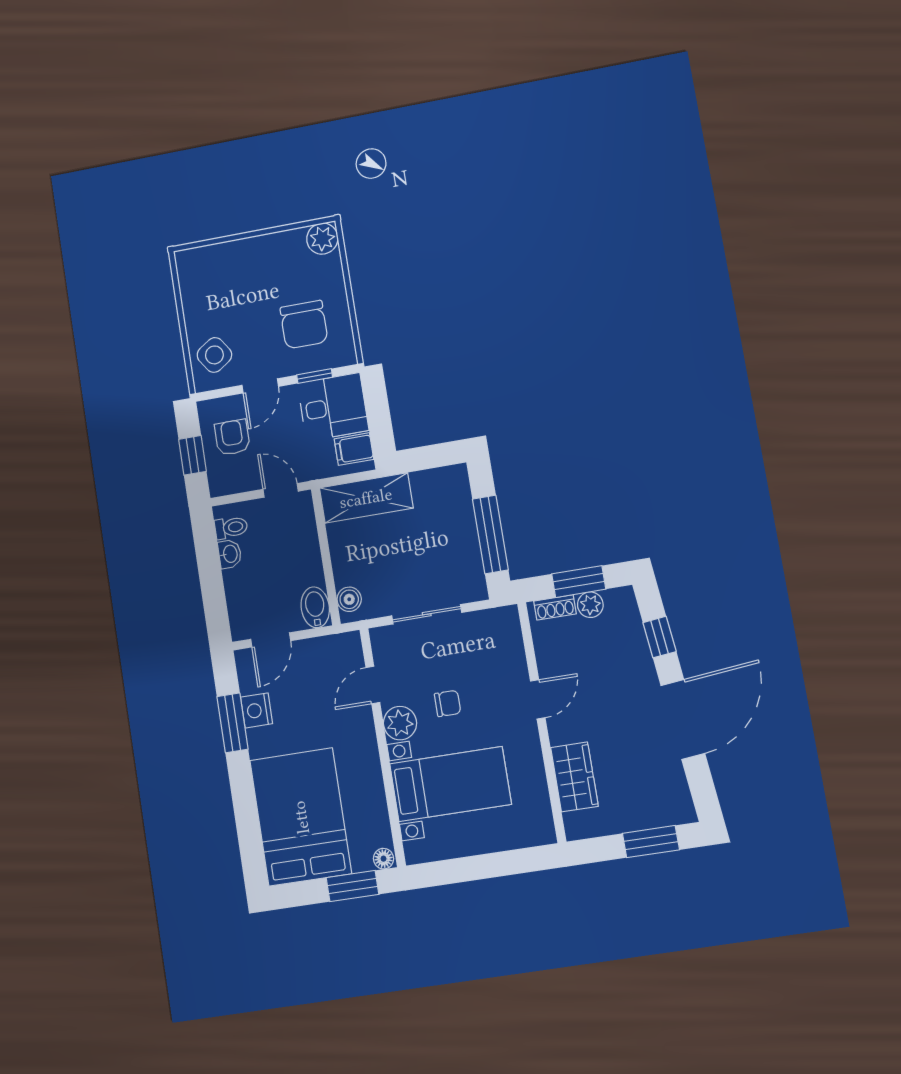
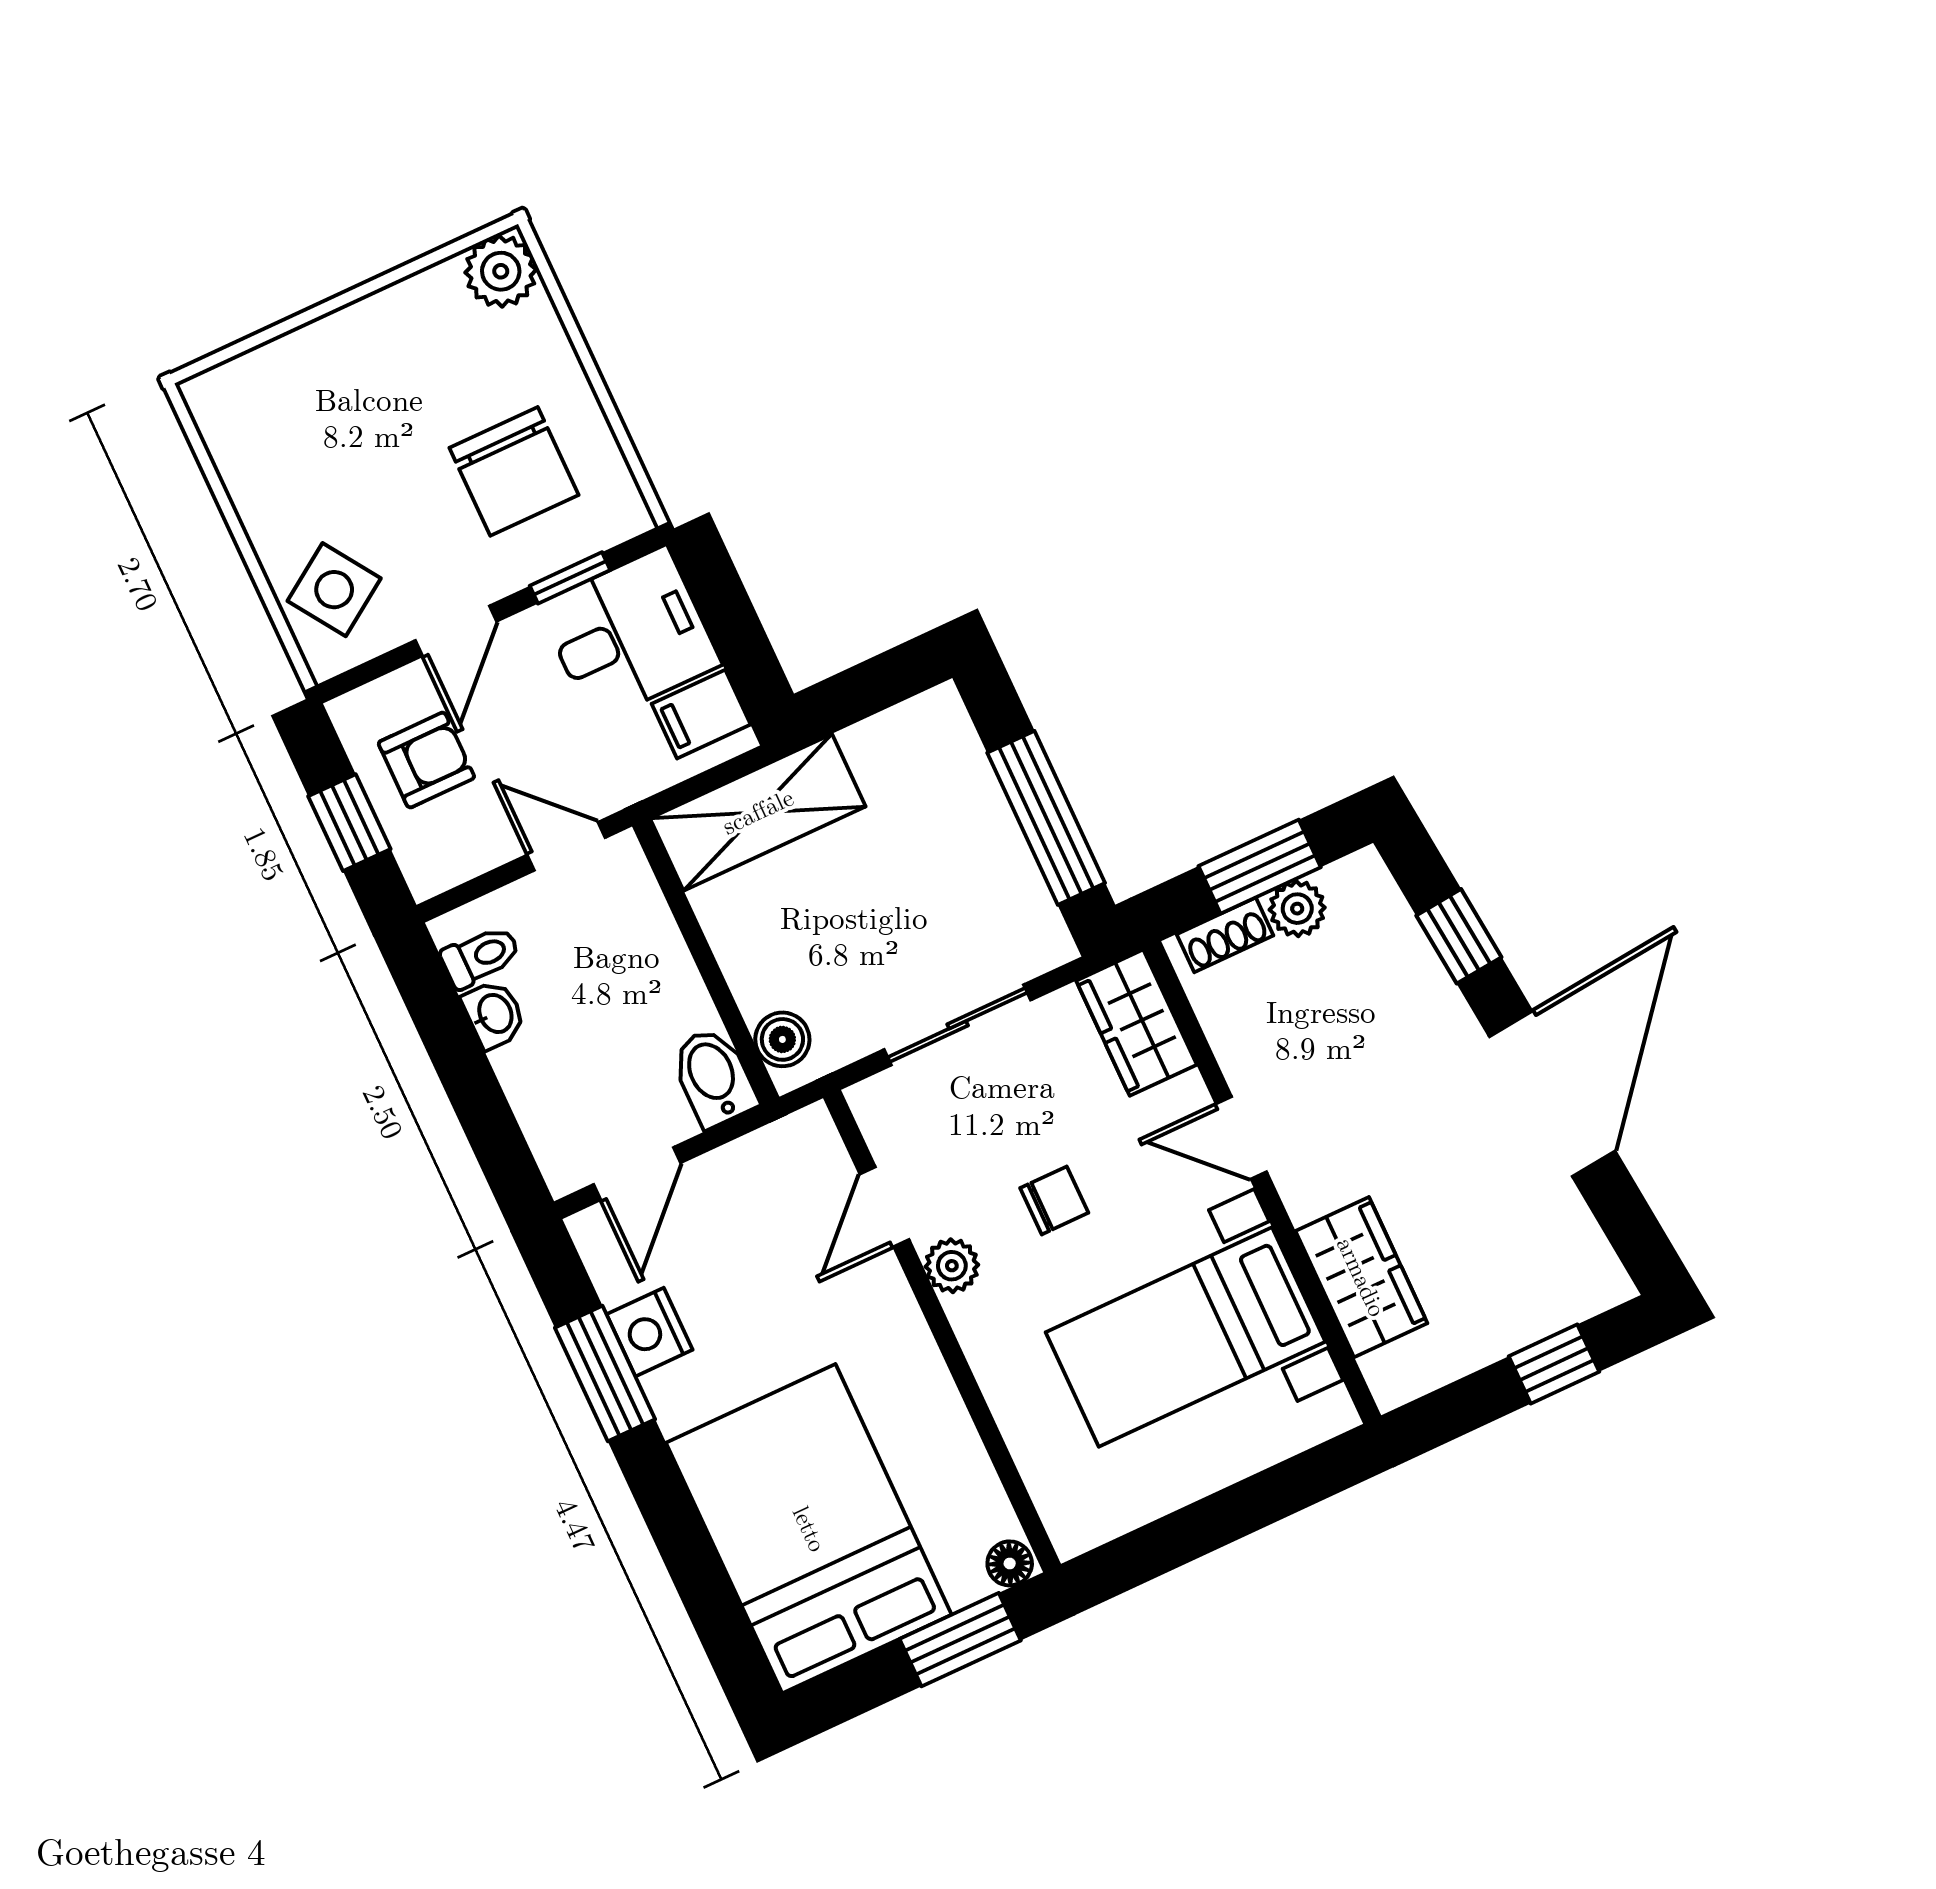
armchair: (232, 437) -> (426, 760), turned 90
wardrobe: (505, 635) -> (1136, 1023), added
door: (538, 699) -> (1241, 1138), swing flipped
plant: (400, 723) -> (952, 1266), width x0.73, depth x0.73
bed with nightstands: (450, 784) -> (1185, 1337), moved, turned 180
window: (651, 842) -> (1554, 1364), width x0.67

